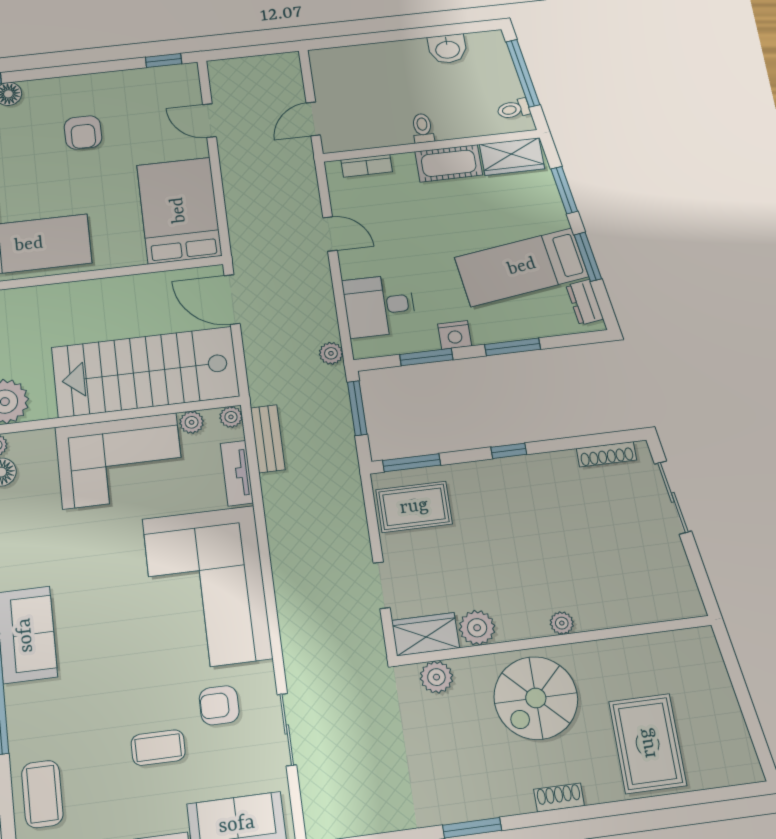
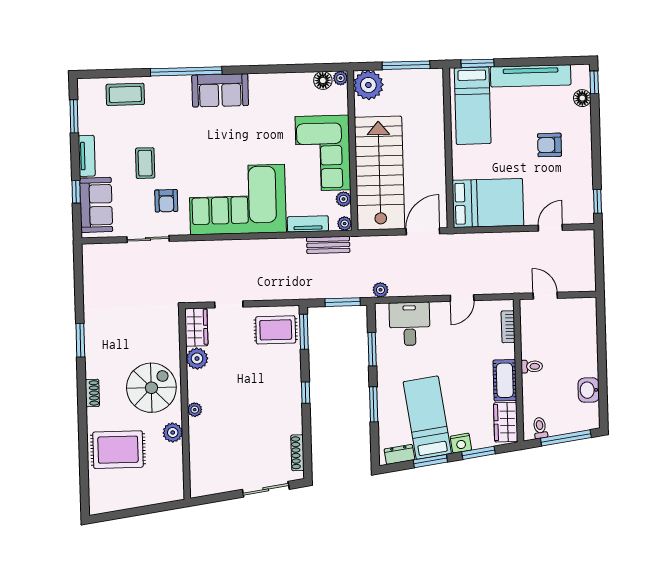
nightstand: (455, 335) -> (461, 443), moved, turned -98
rug: (414, 507) -> (276, 330), turned 90
plant: (436, 677) -> (173, 432), moved
spiral stairs: (536, 698) -> (151, 388), turned 90
armchair: (219, 705) -> (166, 201), turned 180

